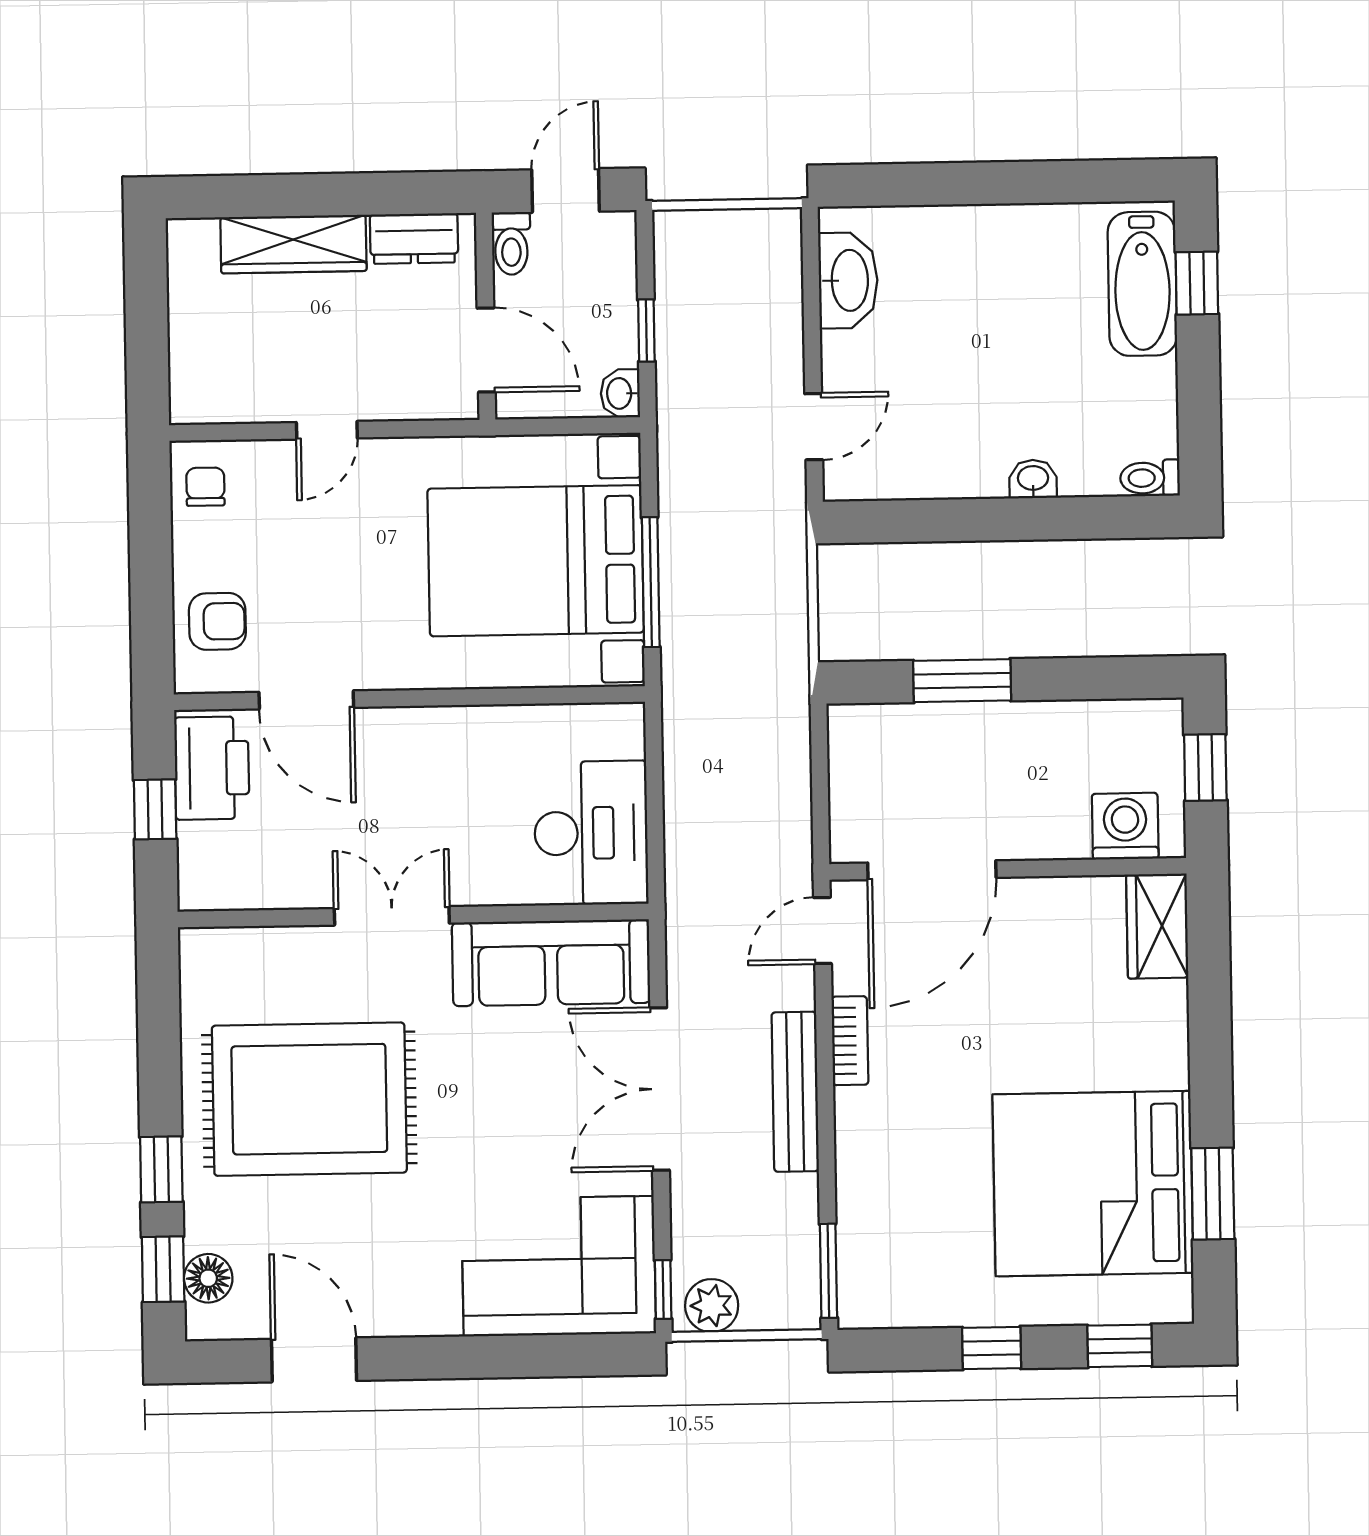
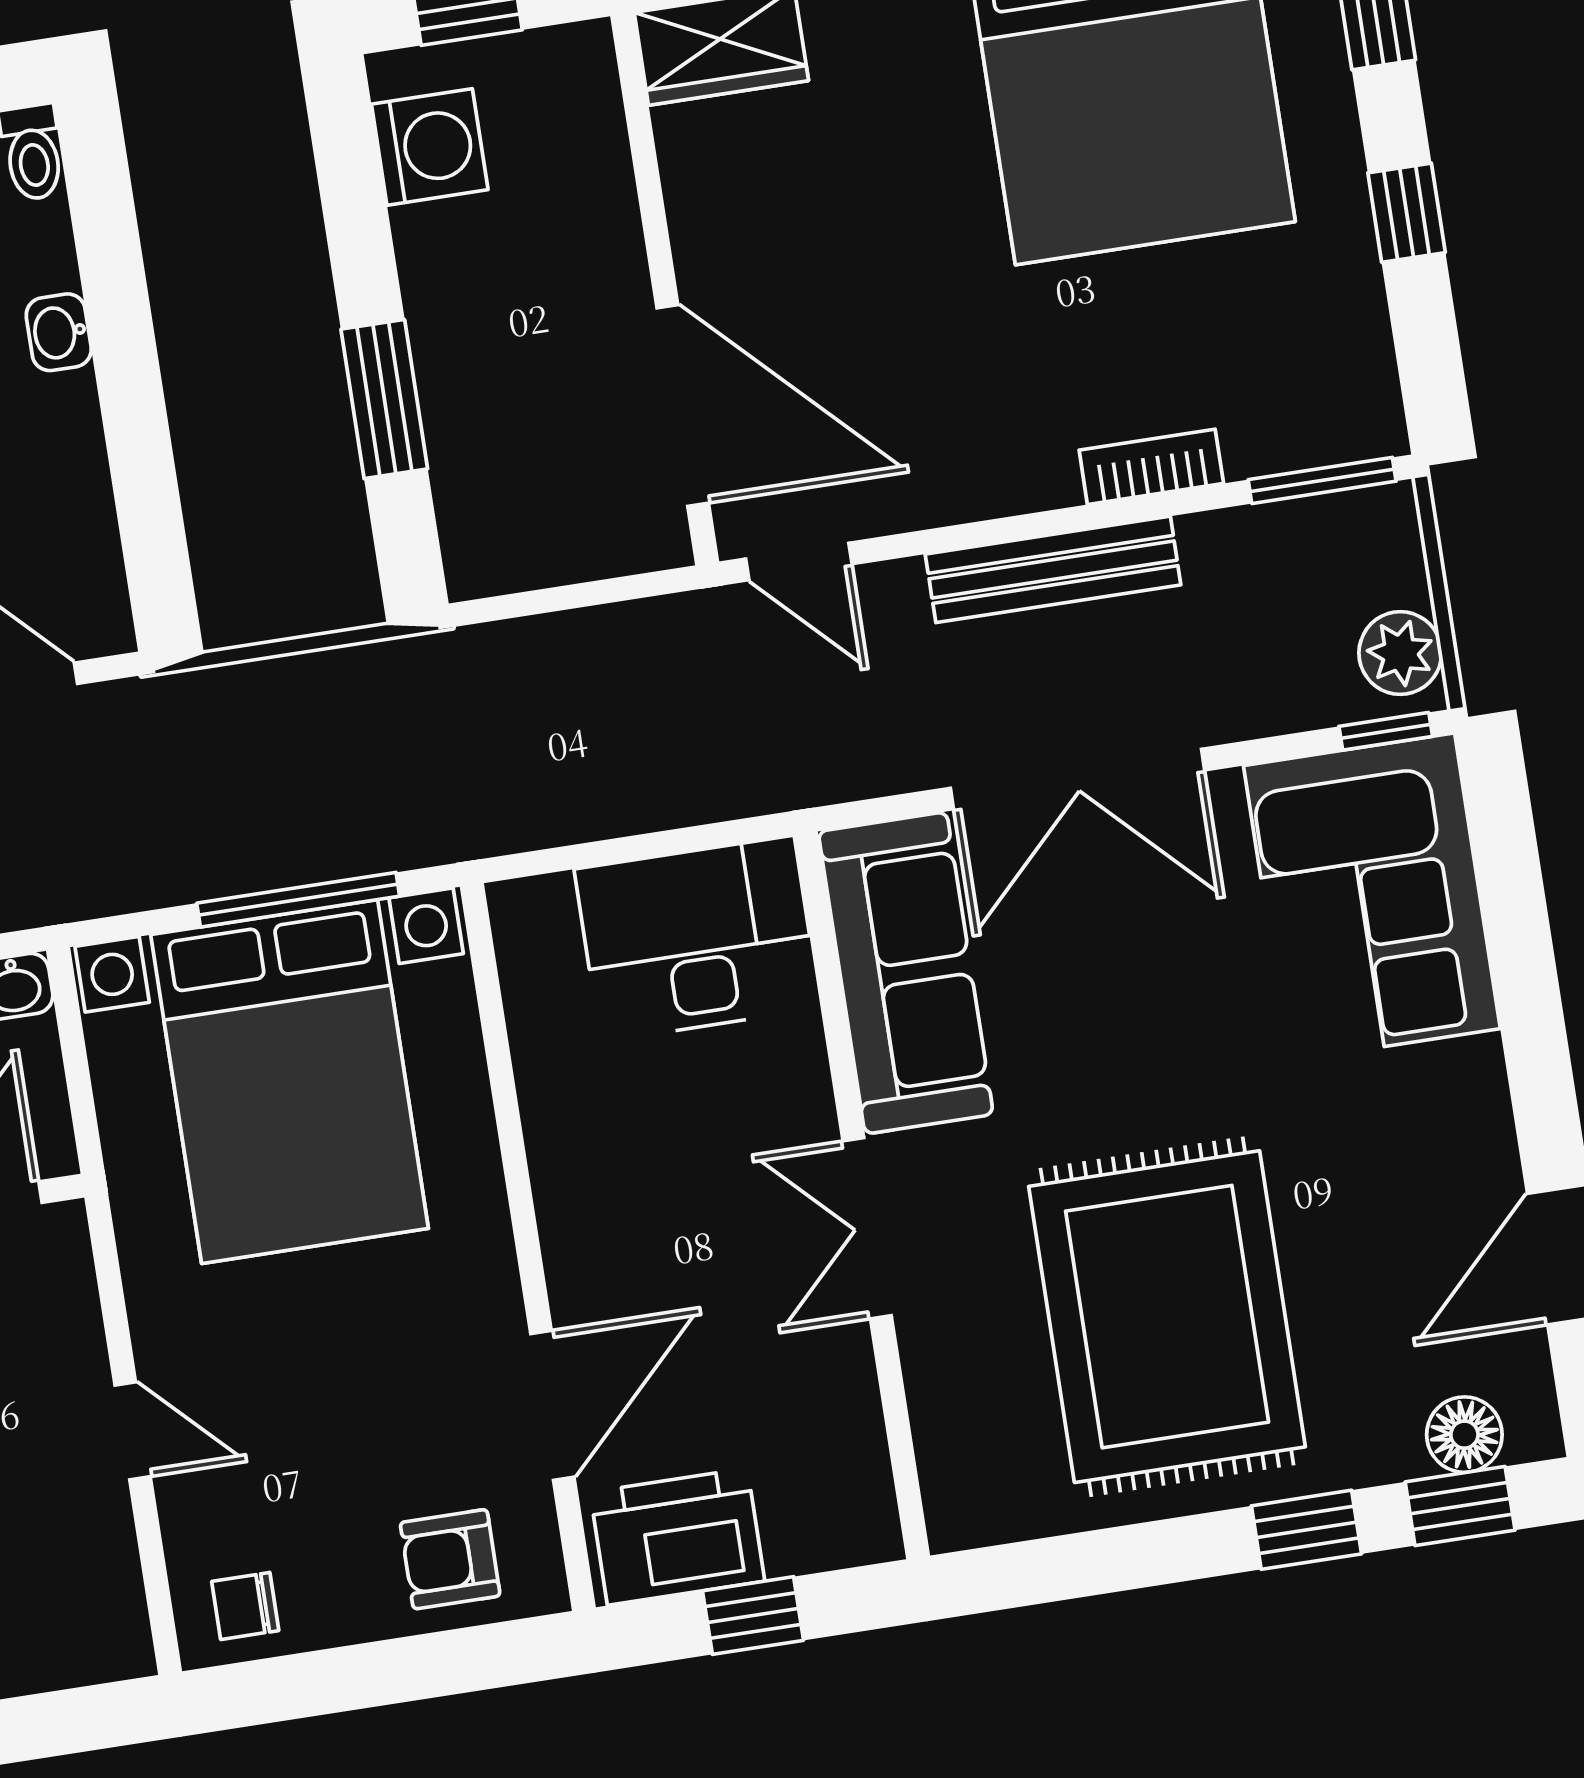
armchair: (217, 621) -> (450, 1559), turned -90
washing machine: (1125, 826) -> (430, 147), moved, turned 180
bookcase: (850, 1041) -> (1151, 467), moved

